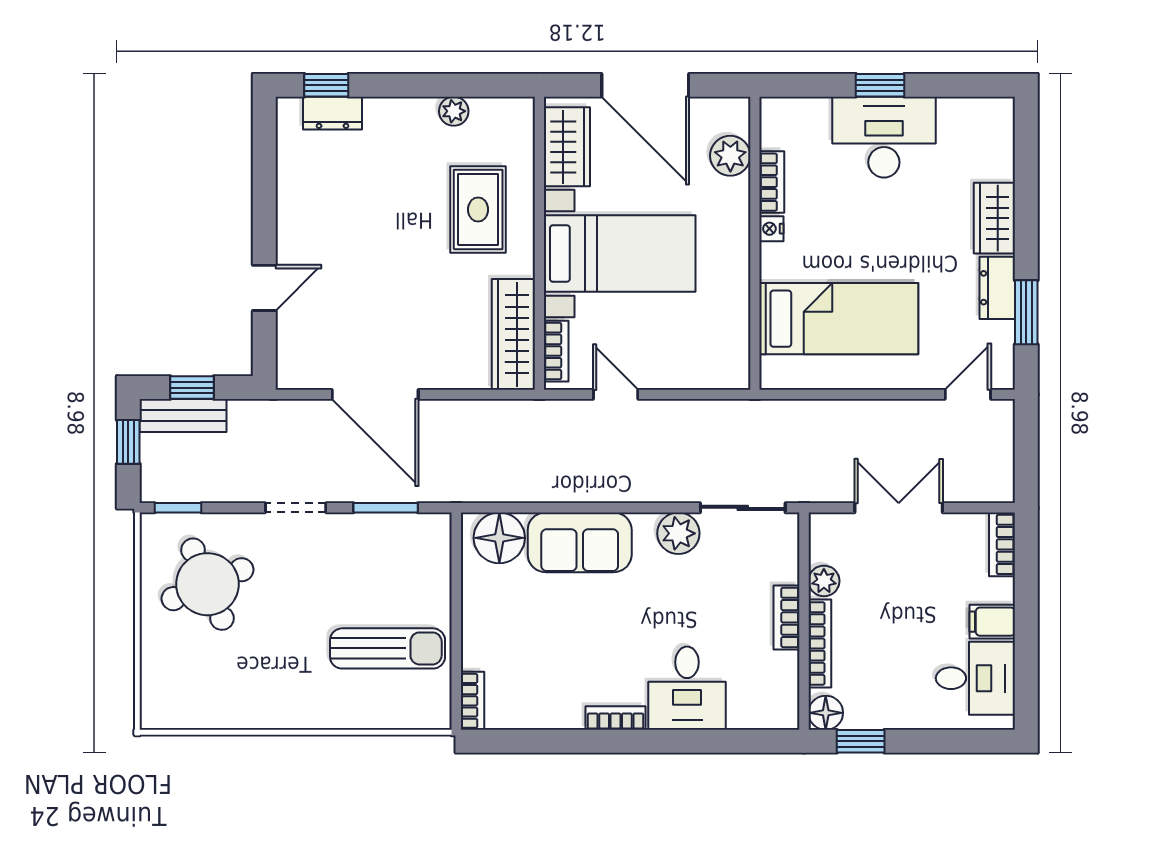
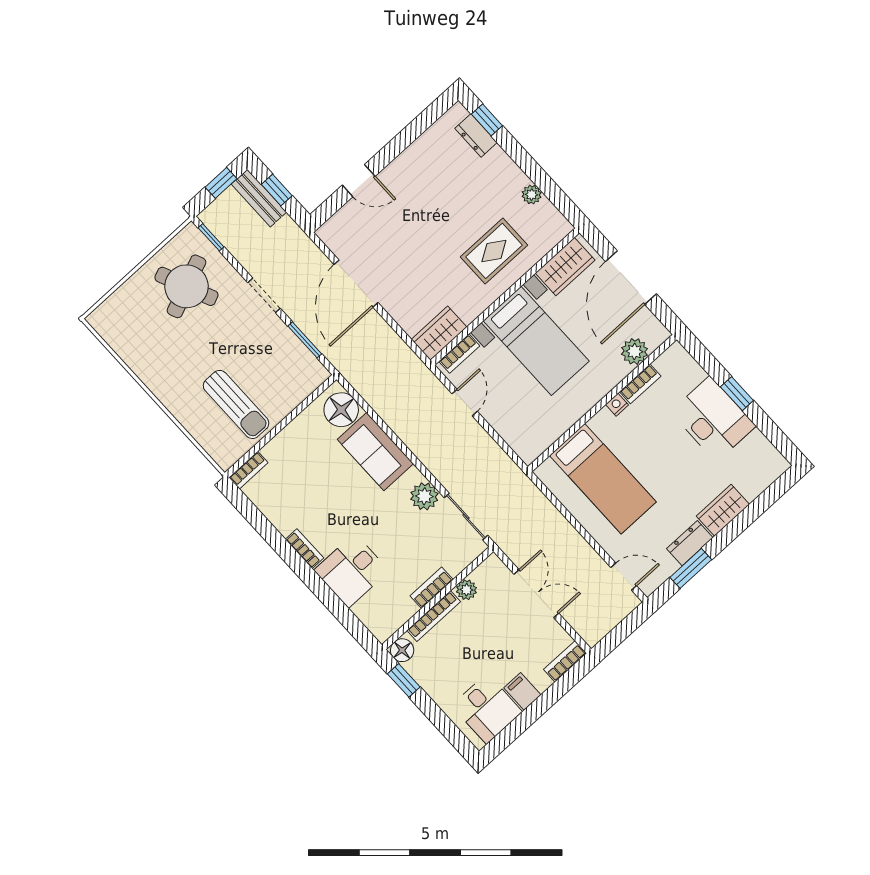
wardrobe: (513, 334) -> (439, 333), width x0.67

